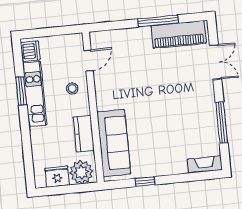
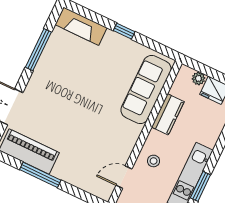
fireplace: (205, 164) -> (81, 26), width x1.37, depth x1.32
plant: (81, 172) -> (198, 78), width x0.53, depth x0.53
window: (145, 182) -> (124, 31), moved

